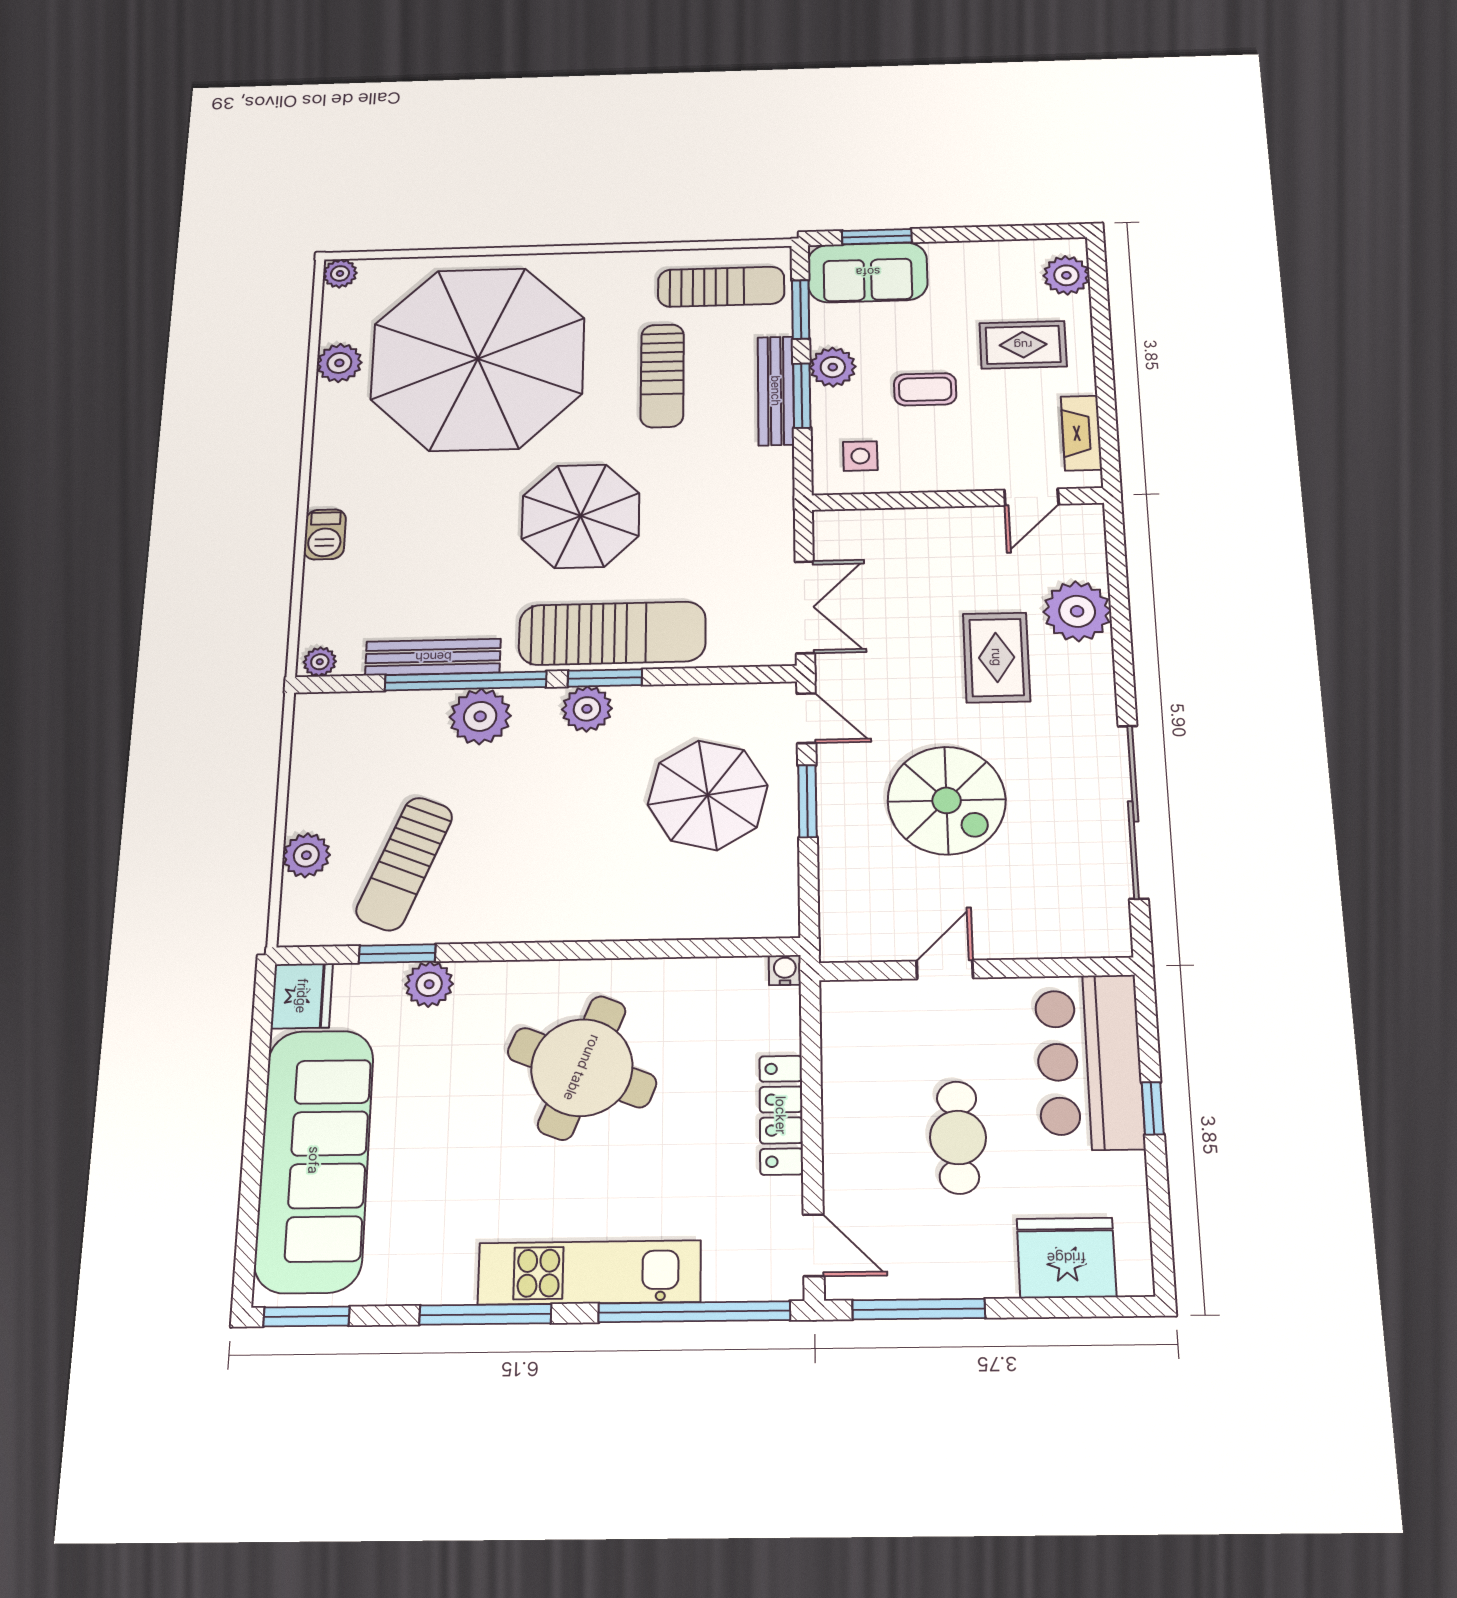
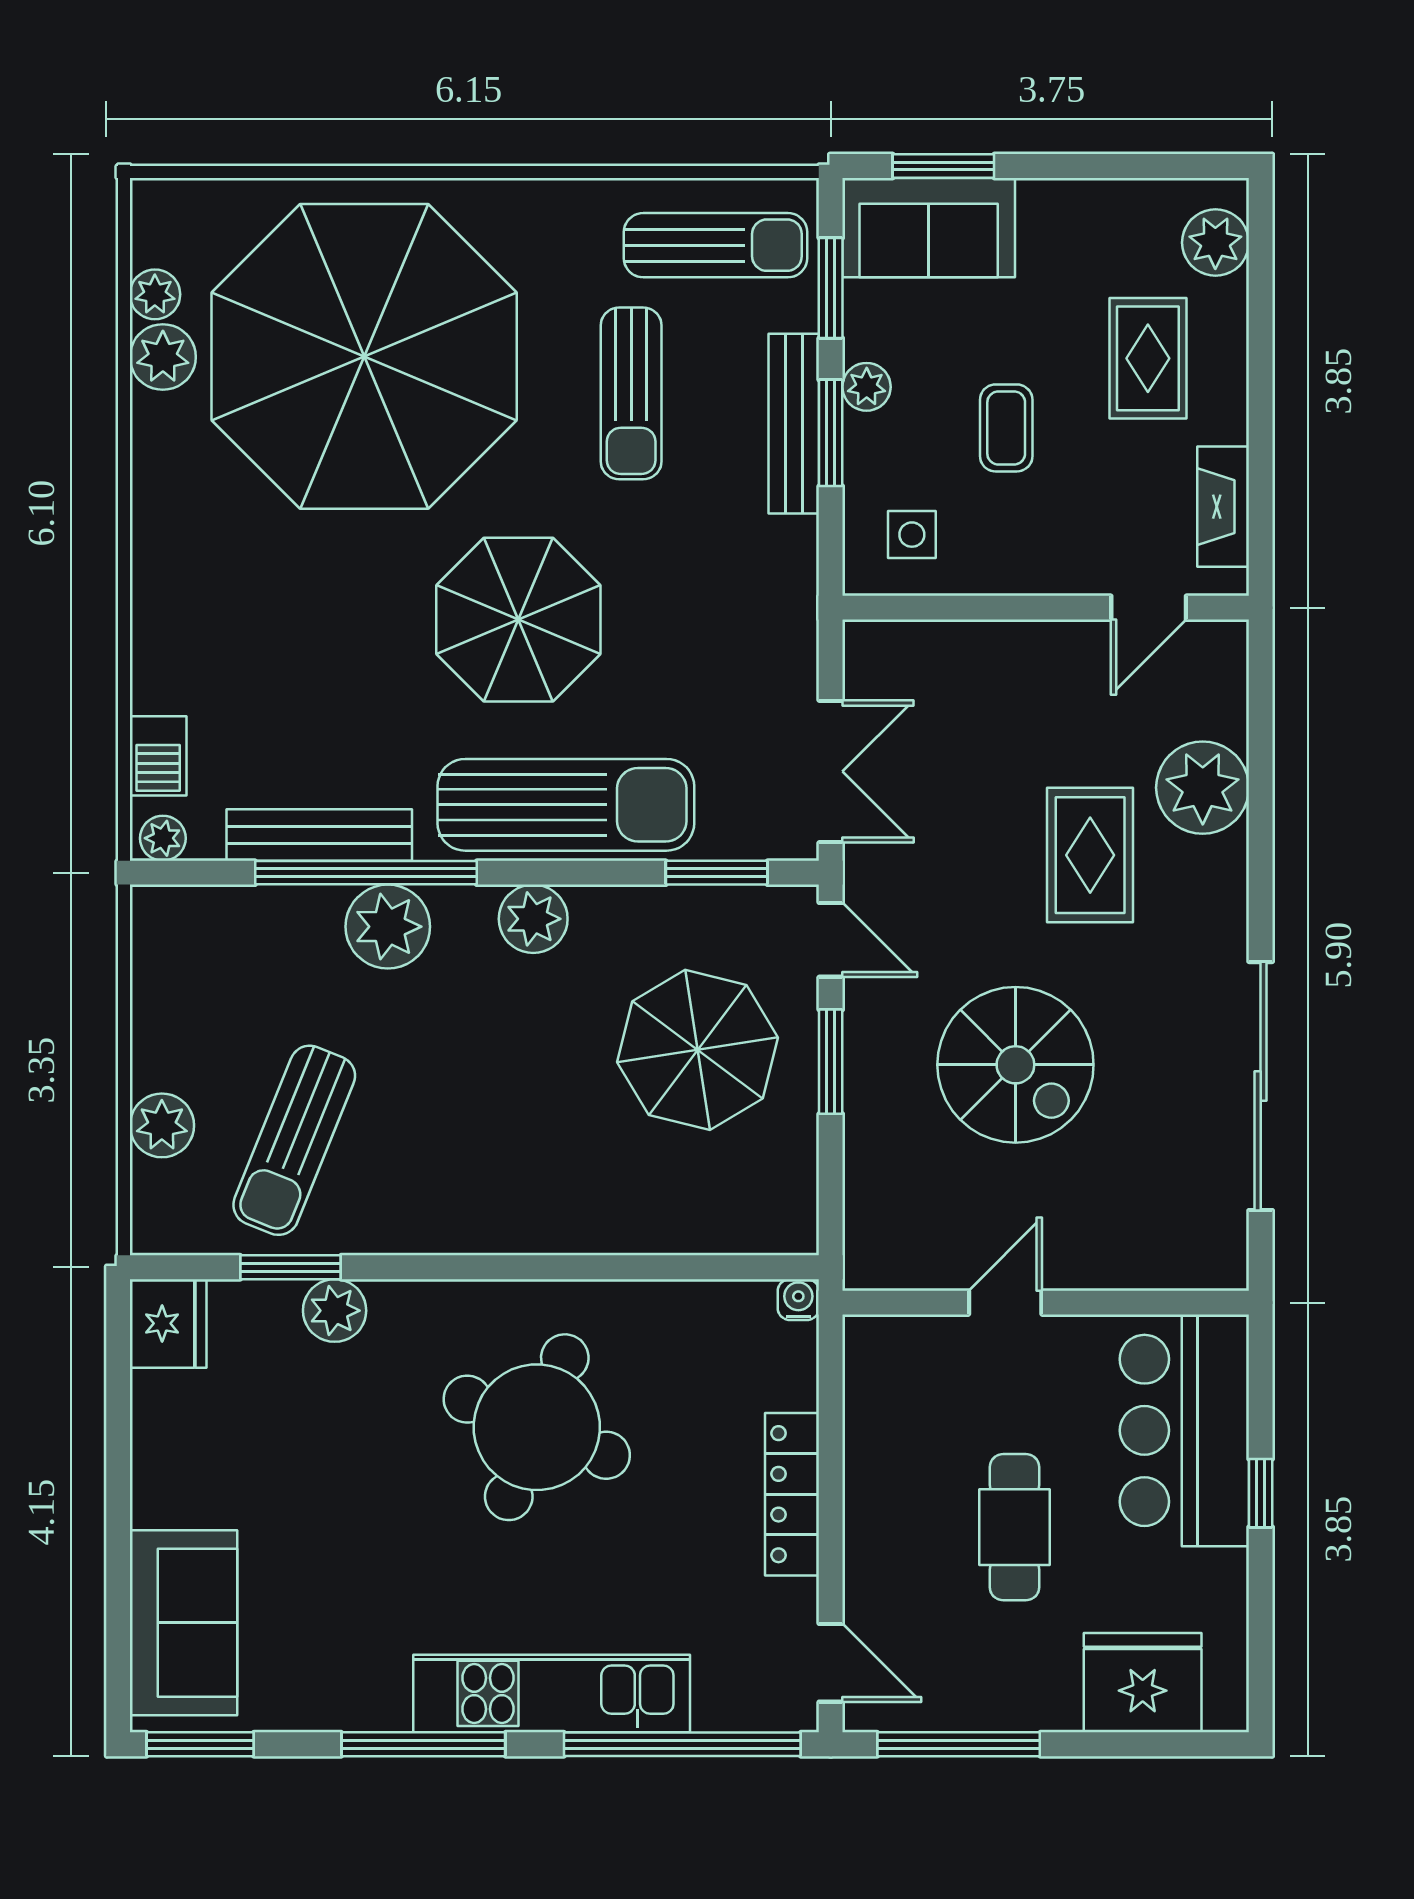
plant: (340, 273) -> (155, 294), moved
rug: (1023, 345) -> (1148, 358), turned 90
plant: (833, 367) -> (867, 387), width x0.73, depth x0.73
coffee table: (925, 389) -> (1006, 428), turned 90
barbecue: (325, 534) -> (158, 756), moved
window: (605, 678) -> (717, 873), moved
sofa: (314, 1160) -> (183, 1623), width x0.54, depth x0.79

